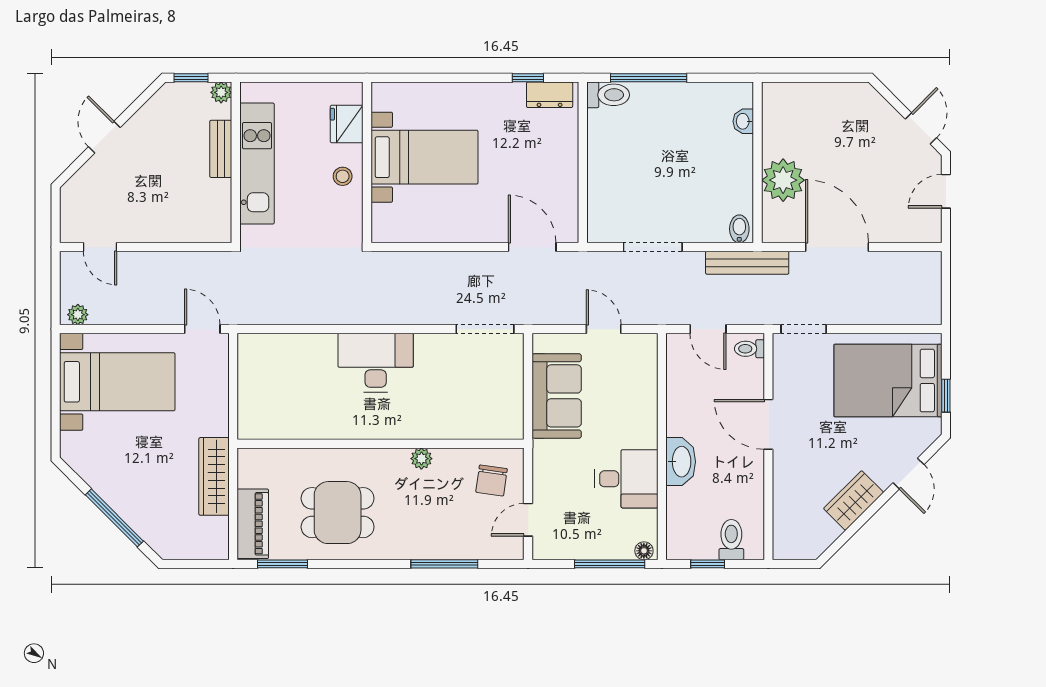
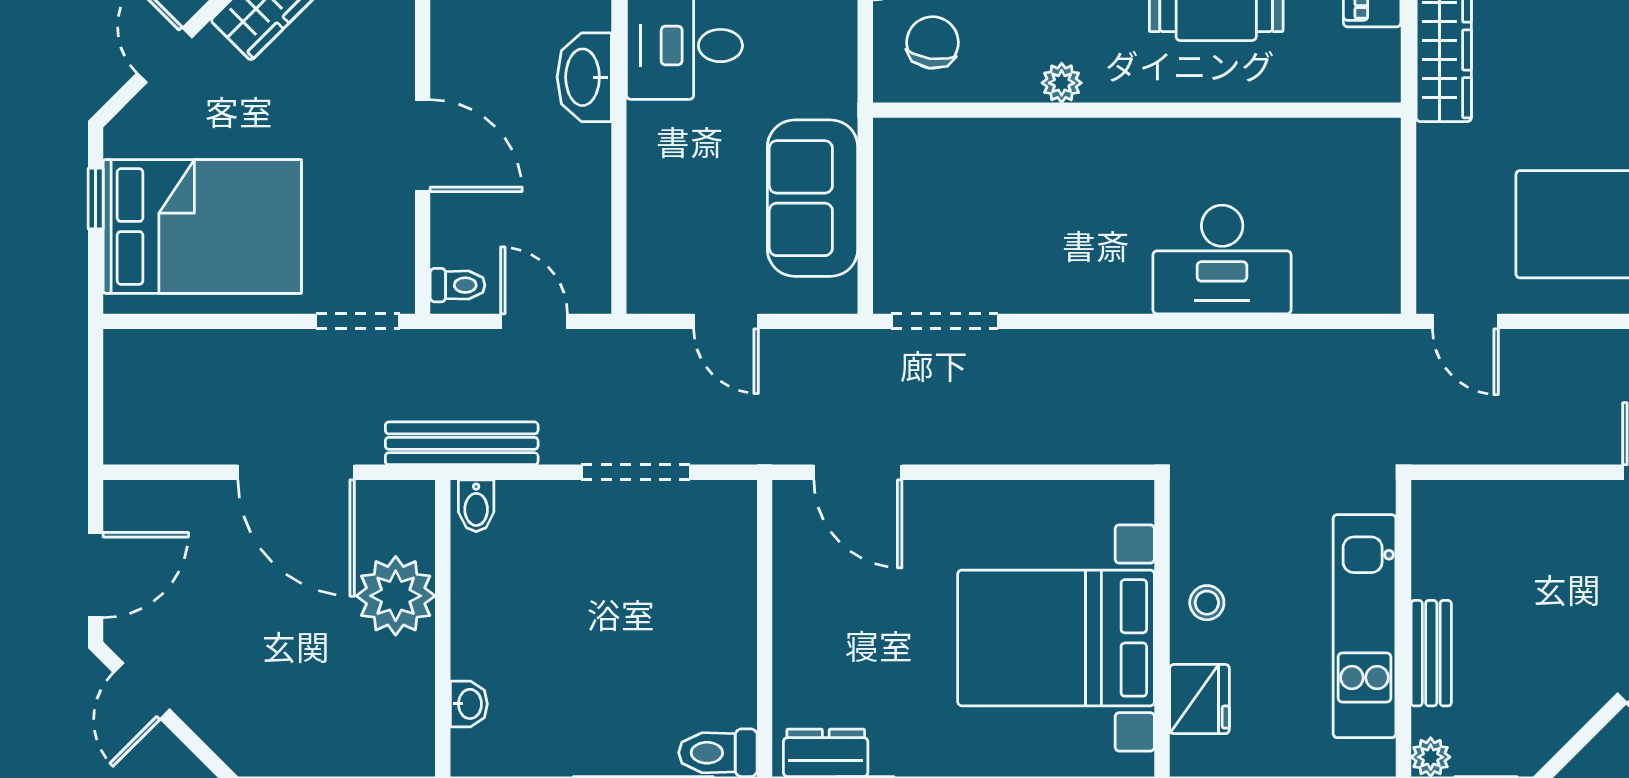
bed with nightstands: (424, 157) -> (1056, 638), width x1.36
door: (946, 191) -> (96, 575), width x1.38
desk: (376, 363) -> (1222, 260), moved

